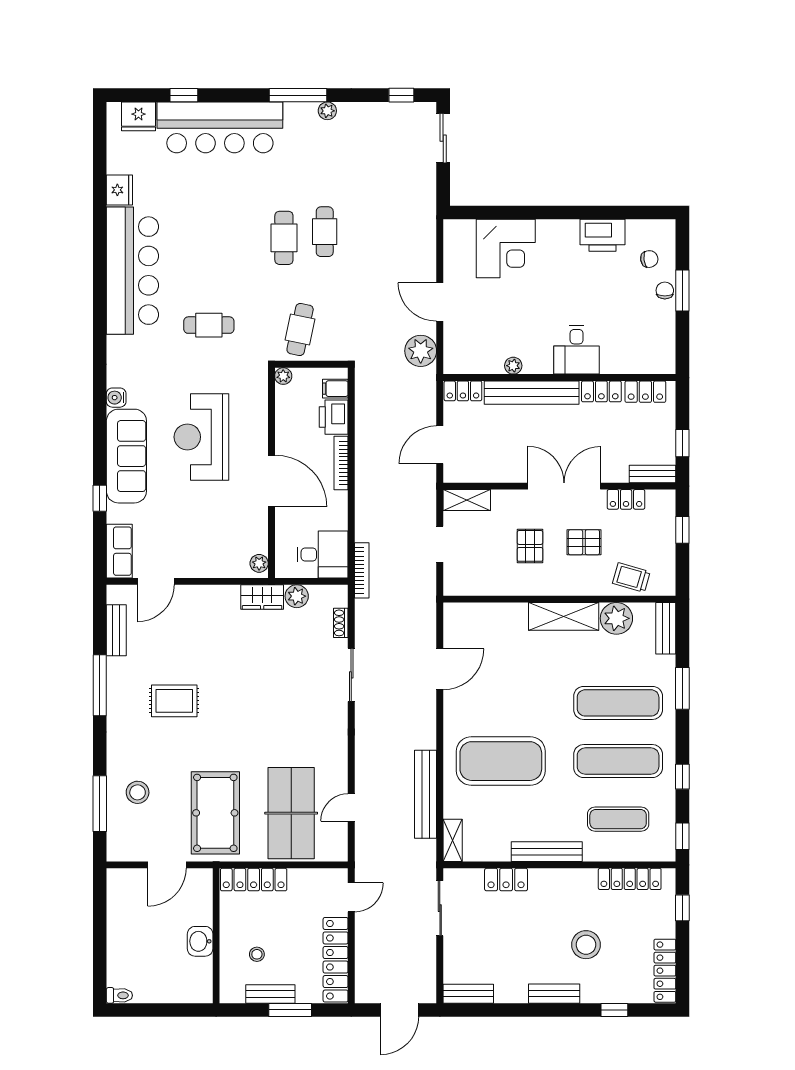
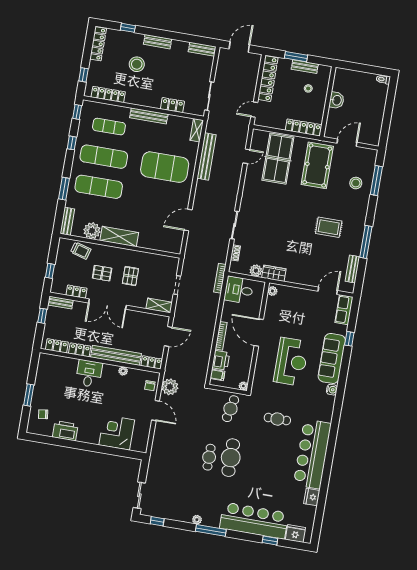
cafe table: (284, 238) -> (231, 458), width x1.37, depth x1.35
chair: (665, 290) -> (150, 386), moved

